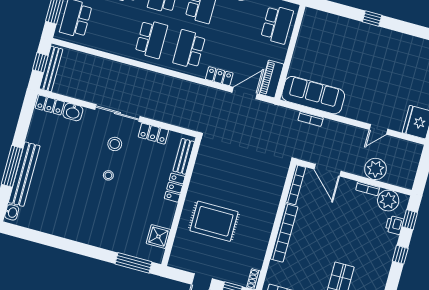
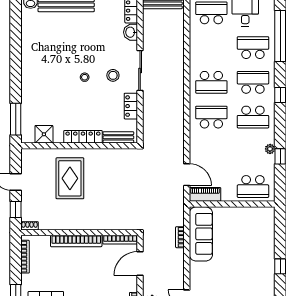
locker: (219, 76) -> (195, 149), removed
locker: (175, 188) -> (83, 137), width x1.53

